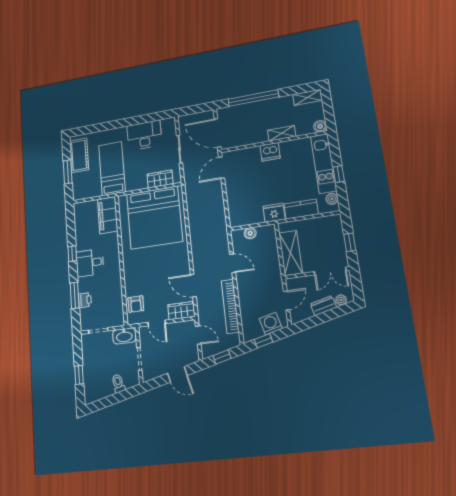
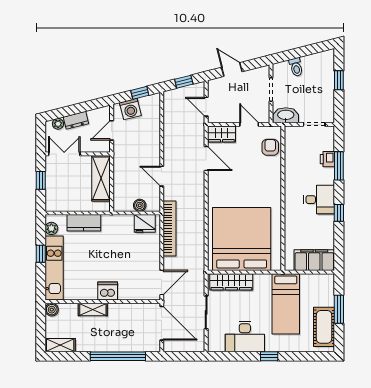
window: (123, 123) -> (269, 356), added
wardrobe: (160, 179) -> (231, 282), width x1.50
fridge: (274, 213) -> (145, 223), moved
filing cabinet: (108, 215) -> (314, 260), moved, turned -90
bookcase: (230, 306) -> (170, 228), moved

